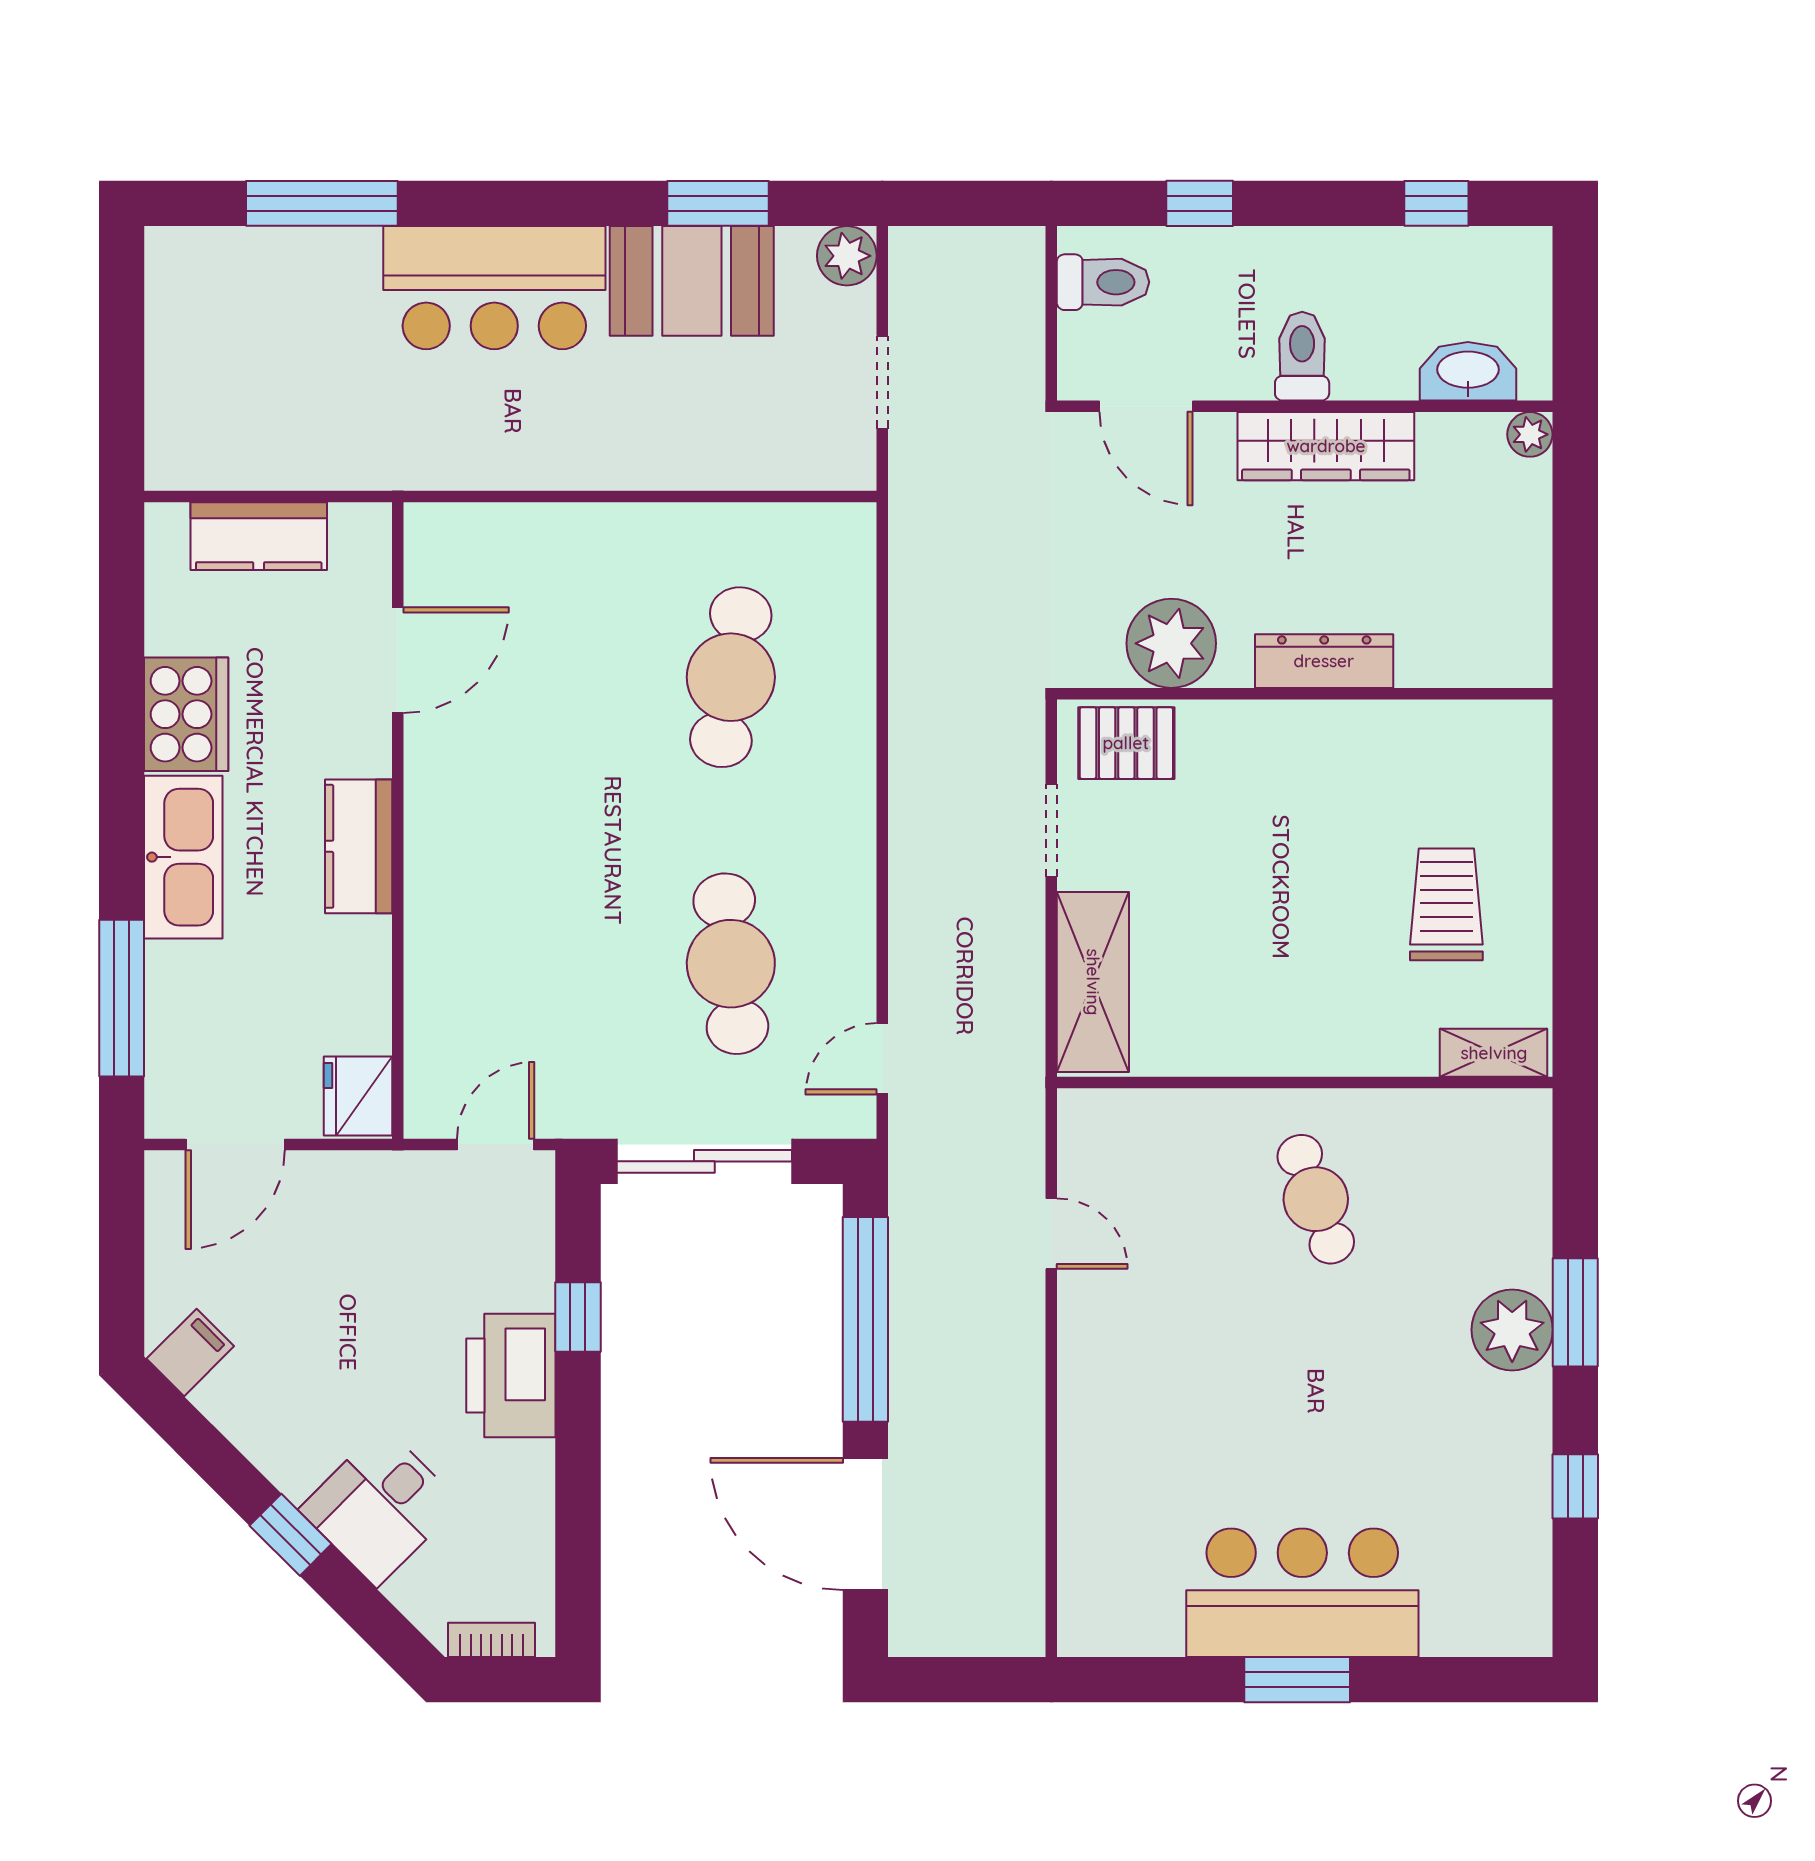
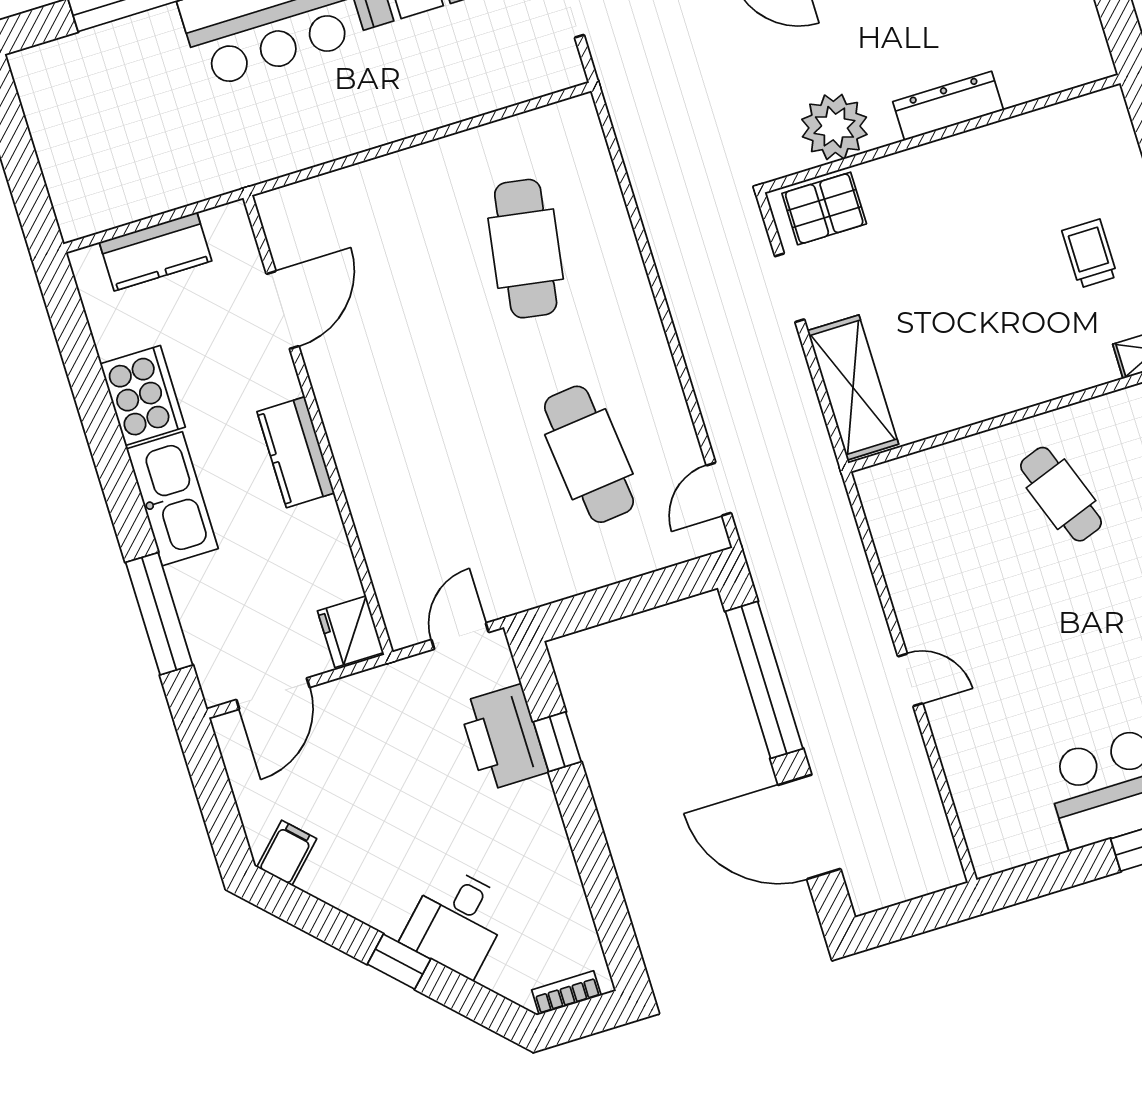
trolley: (1446, 904) -> (1090, 254), width x0.73, depth x0.72
sliding door: (704, 1161) -> (614, 602), removed
door: (1051, 1234) -> (910, 680), moved
printer: (511, 1375) -> (503, 738), moved

